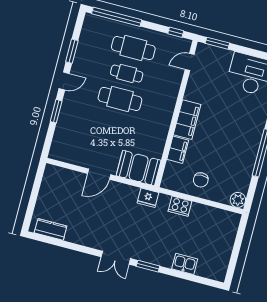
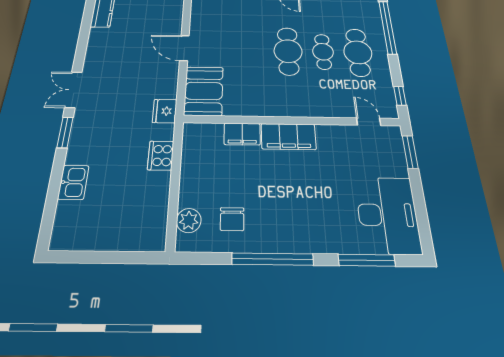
chair: (201, 180) -> (232, 219), moved, turned -90
plant: (238, 200) -> (189, 220), moved

